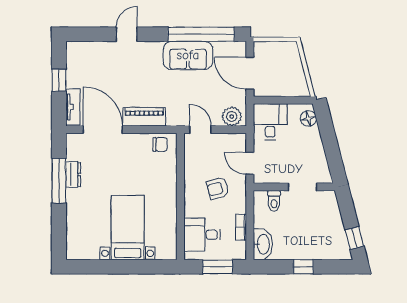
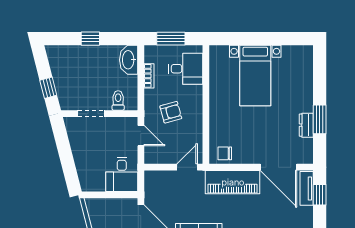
window: (59, 80) -> (320, 195), moved
plant: (232, 116) -> (158, 180), removed
piano: (144, 117) -> (233, 182), width x1.37, depth x1.33
floor lamp: (308, 118) -> (86, 178), removed
door: (200, 130) -> (187, 167), swing flipped
window: (59, 181) -> (320, 119), width x0.69
window: (354, 238) -> (48, 88), moved

